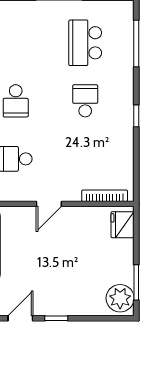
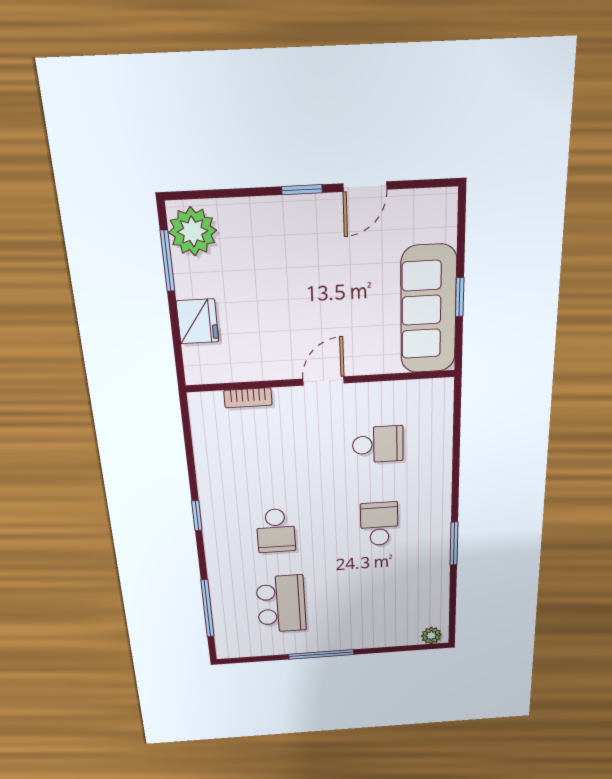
bookcase: (105, 196) -> (248, 398), width x0.64
fridge: (123, 225) -> (198, 321), moved

